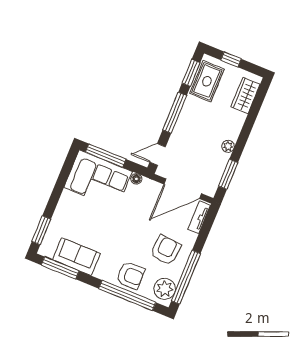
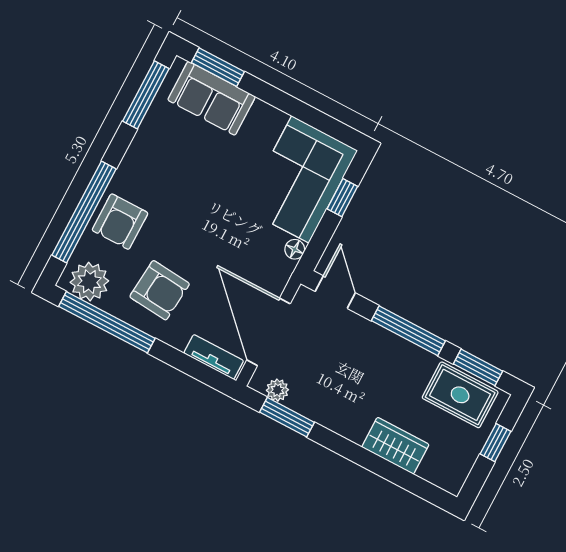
wardrobe: (245, 95) -> (395, 446), moved
plant: (228, 146) -> (277, 390), moved
window: (106, 156) -> (342, 198), width x0.46
sofa: (76, 257) -> (212, 98), moved, turned 90

